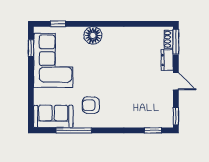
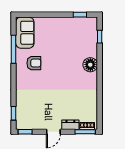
corner sofa: (53, 60) -> (70, 33), removed
armchair: (91, 105) -> (34, 63), turned 90

